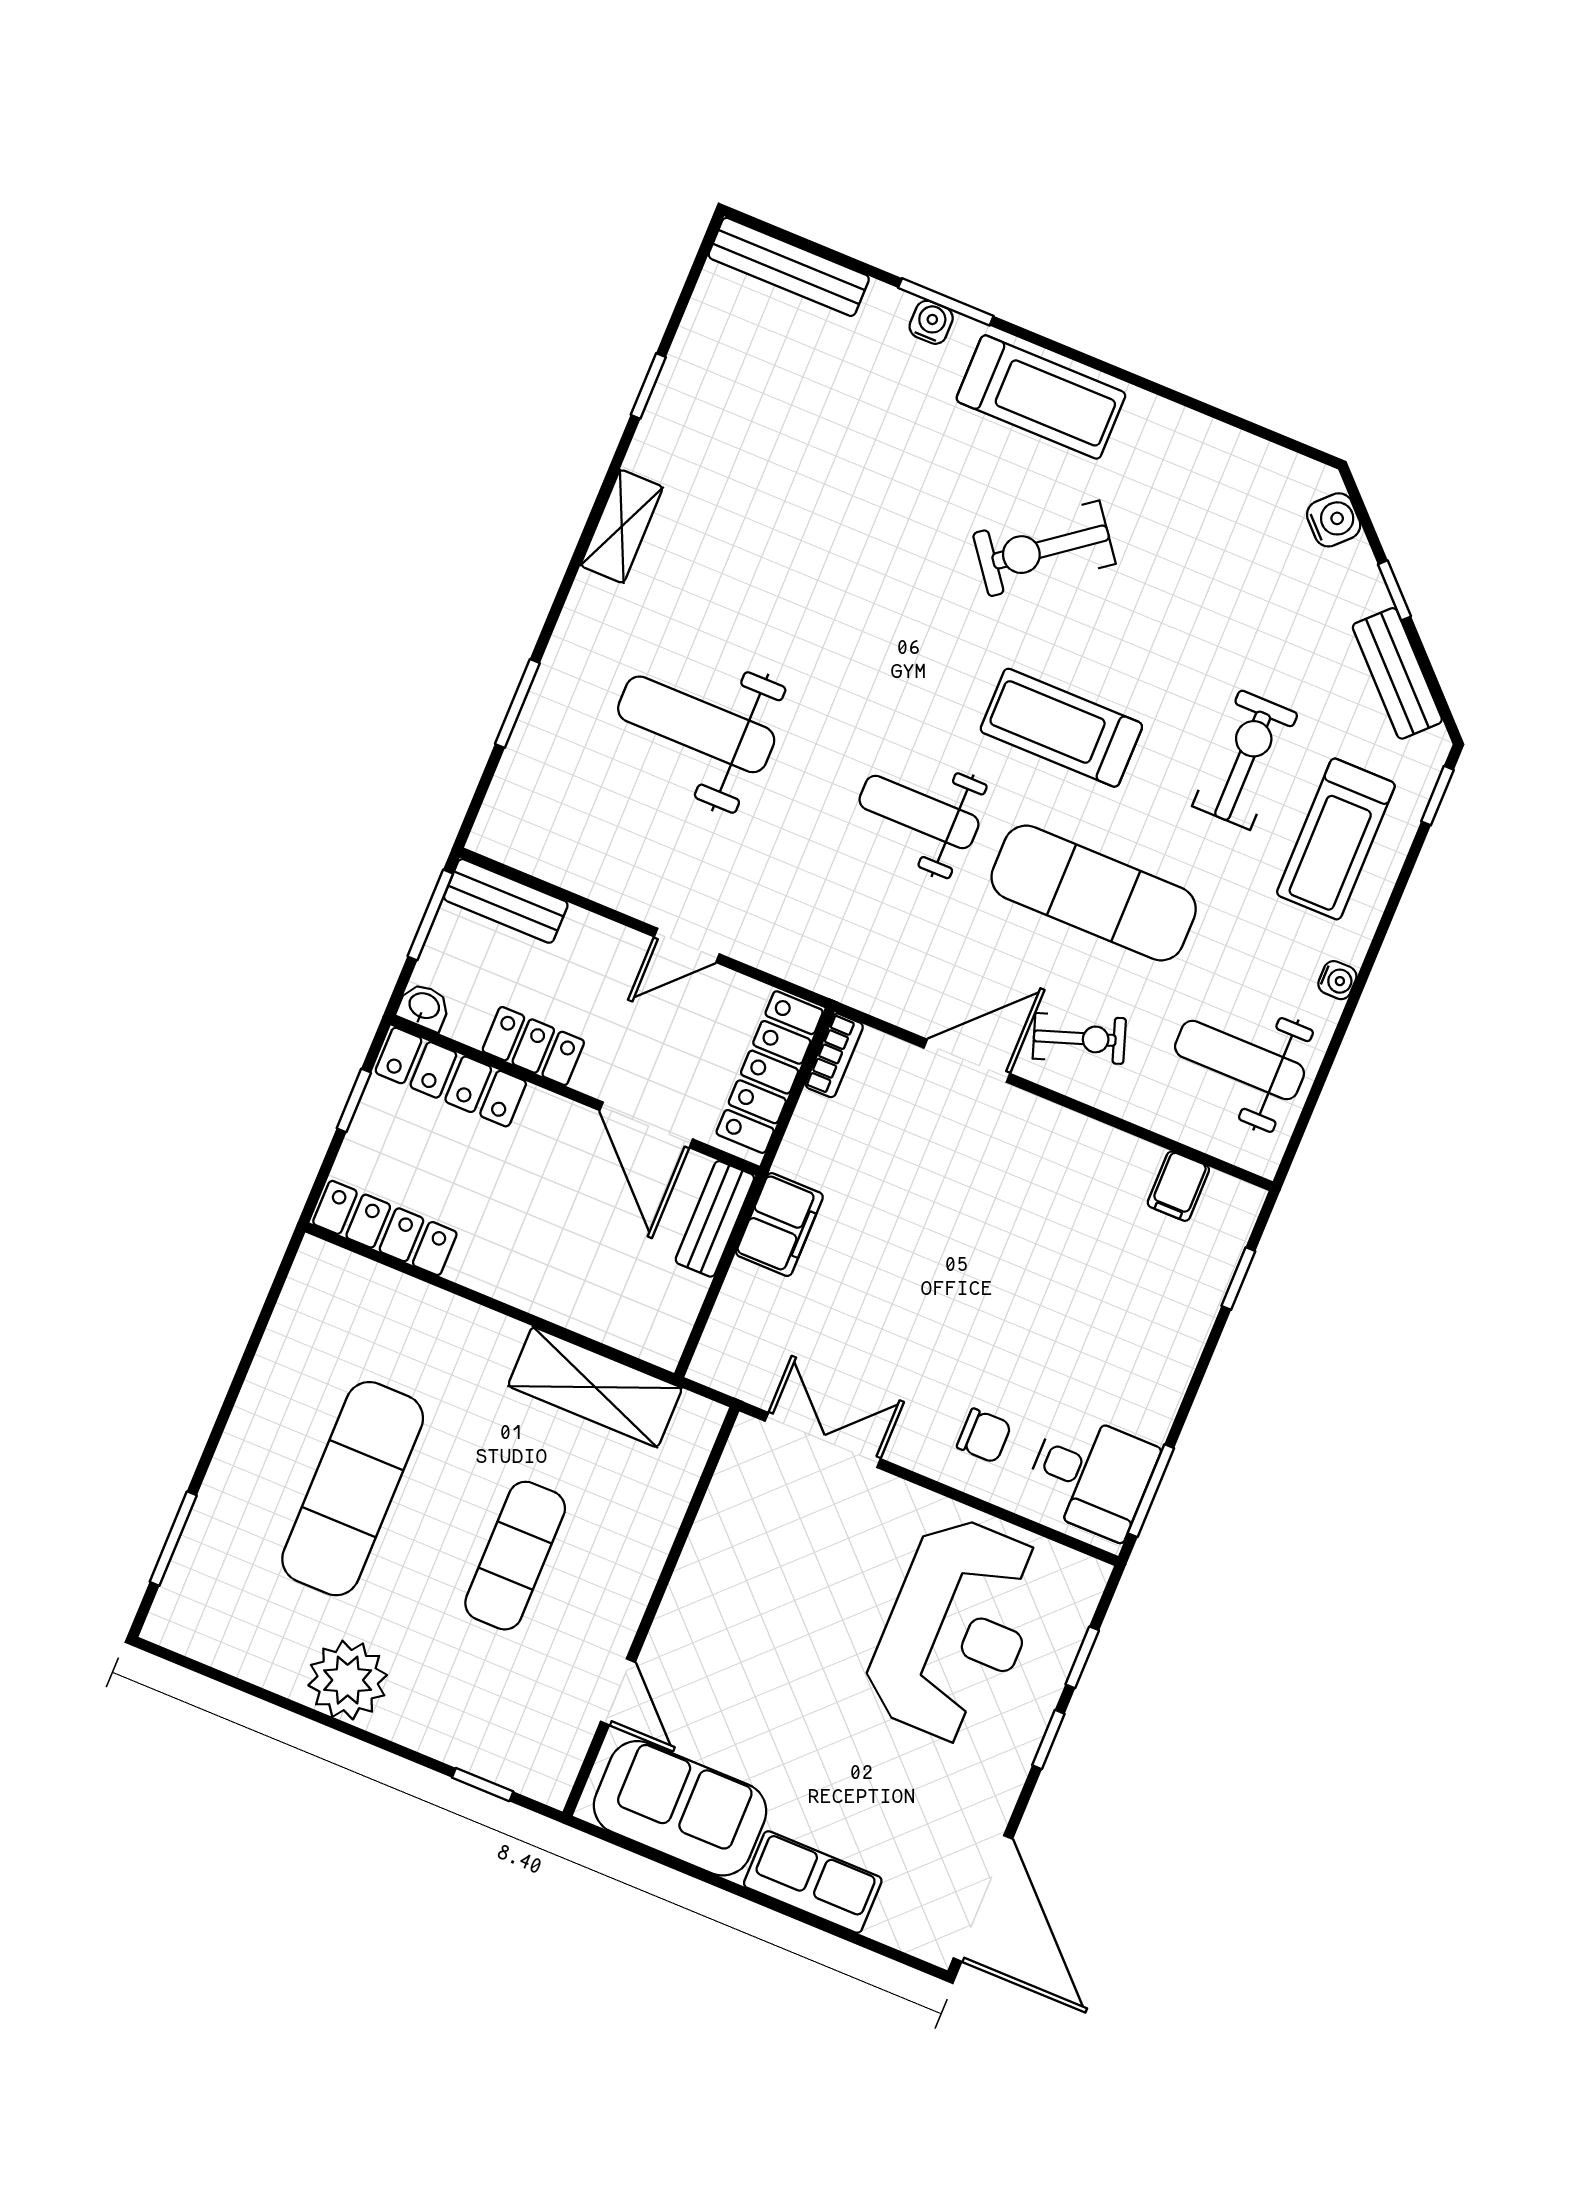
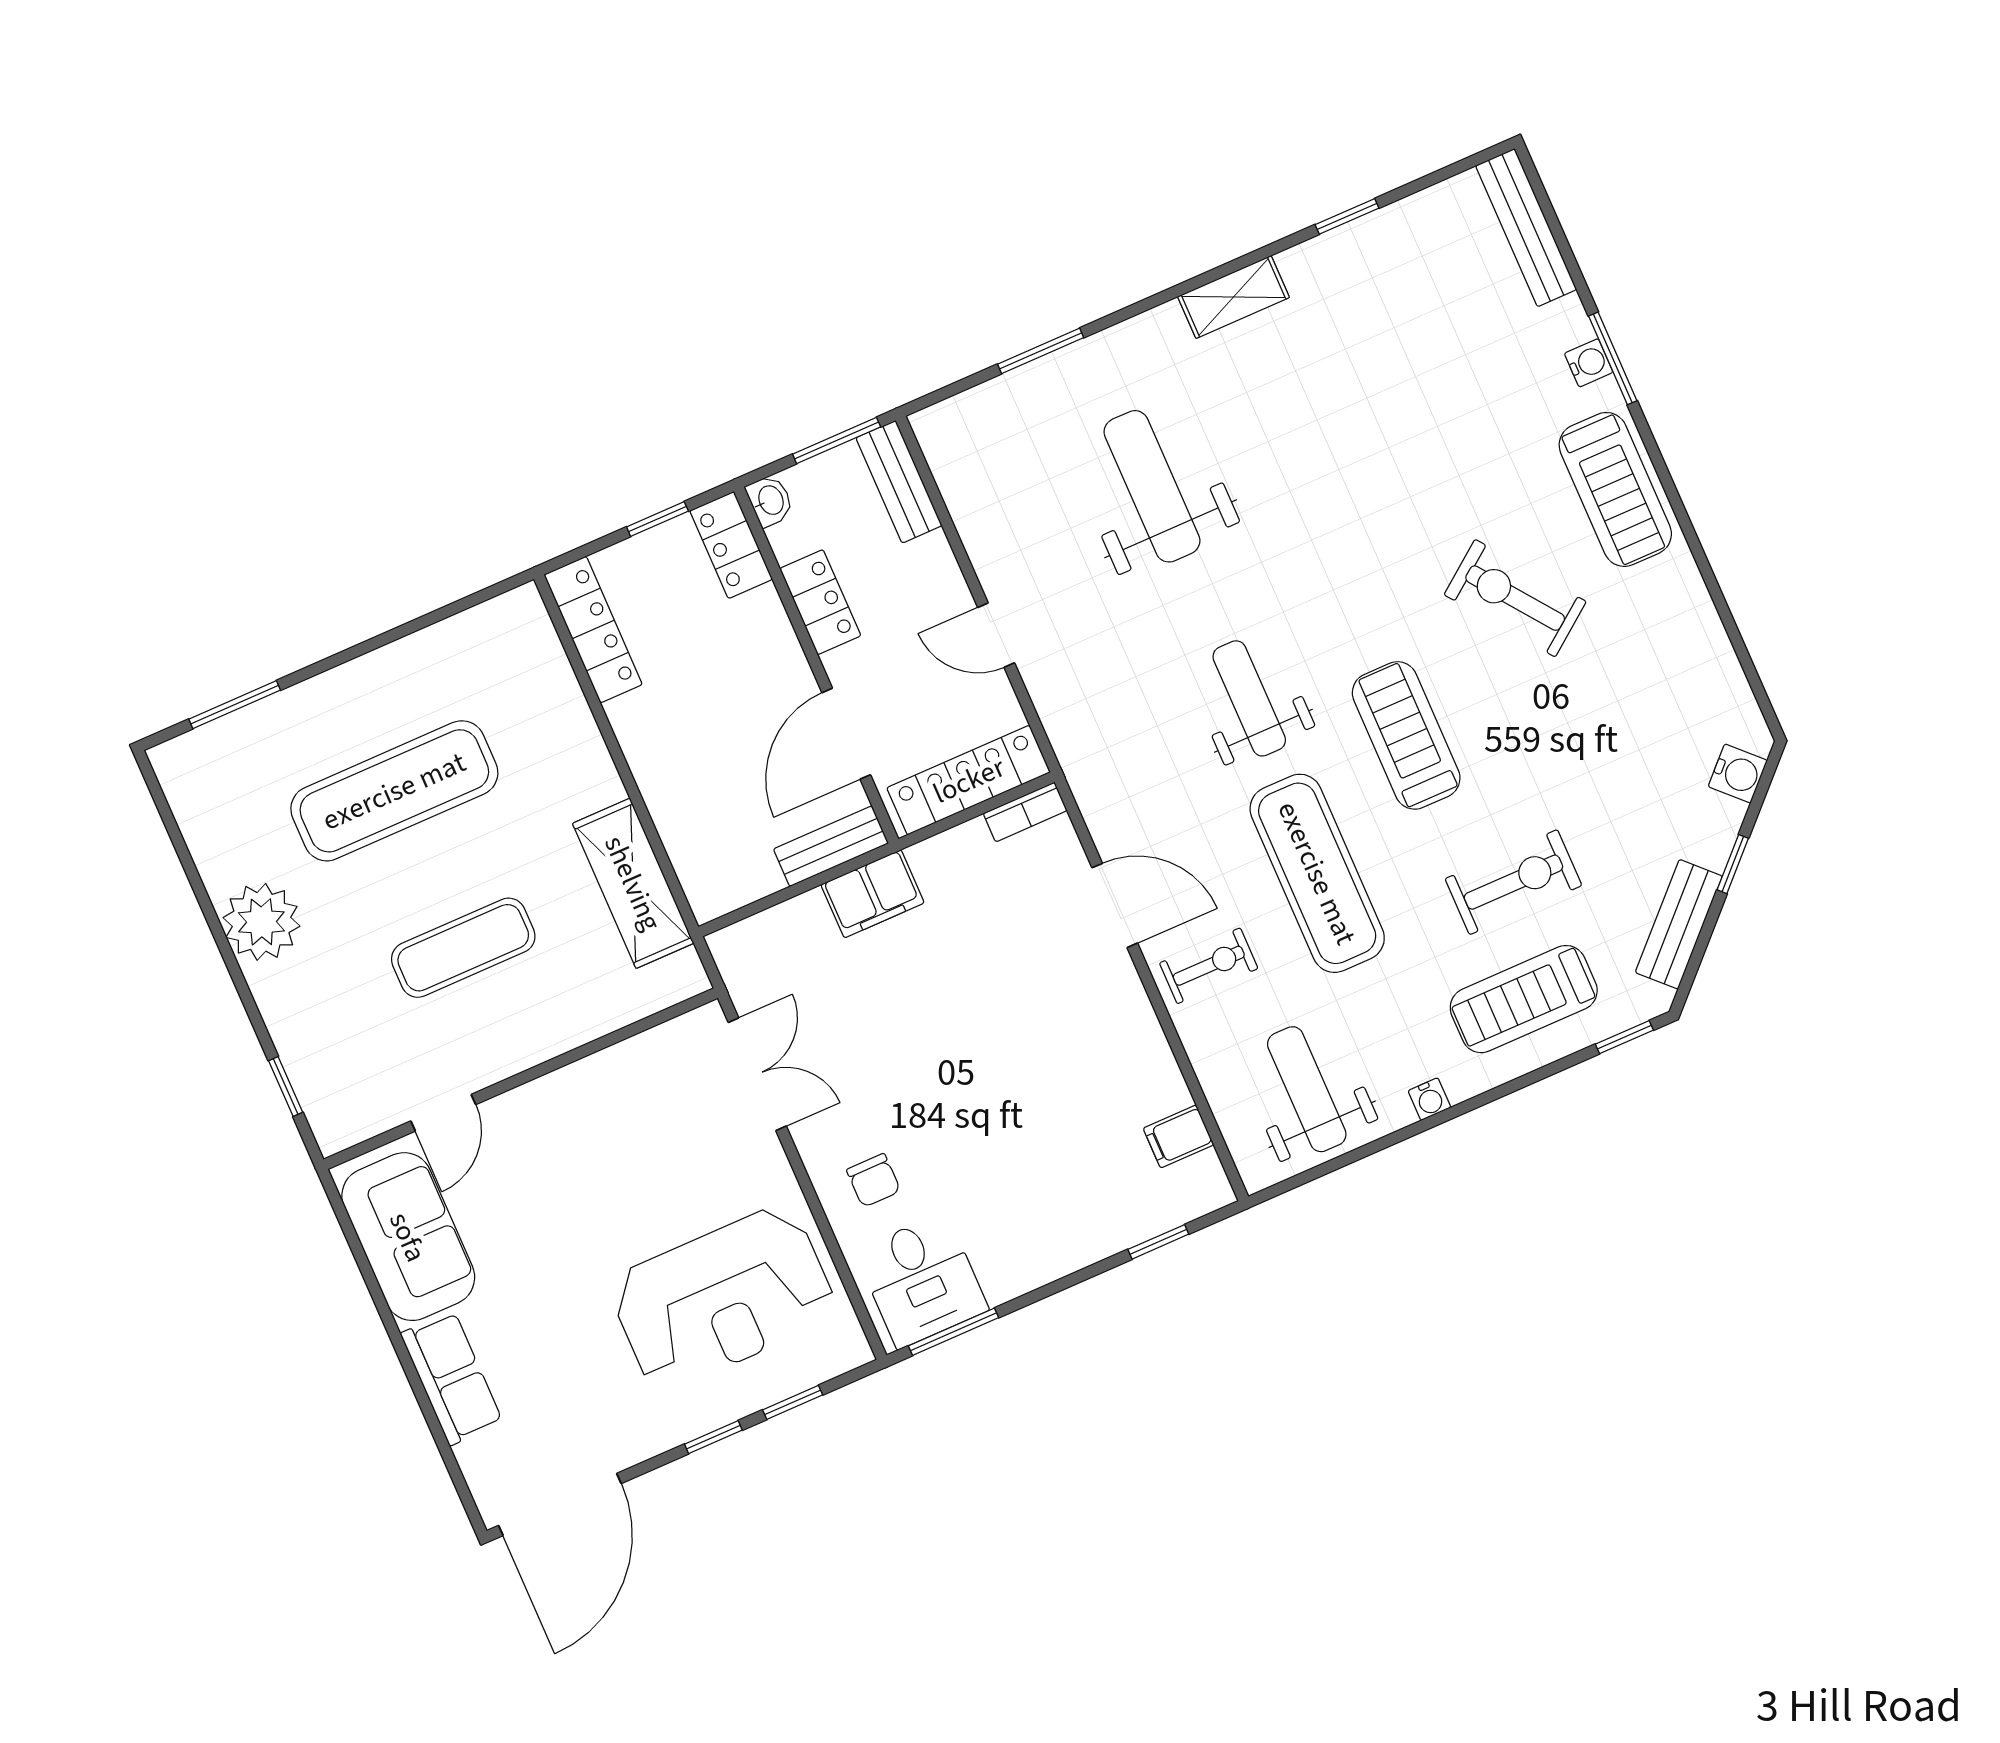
exercise bike: (1079, 1038) -> (1209, 966), turned -71
locker: (451, 1077) -> (731, 545), width x0.66

